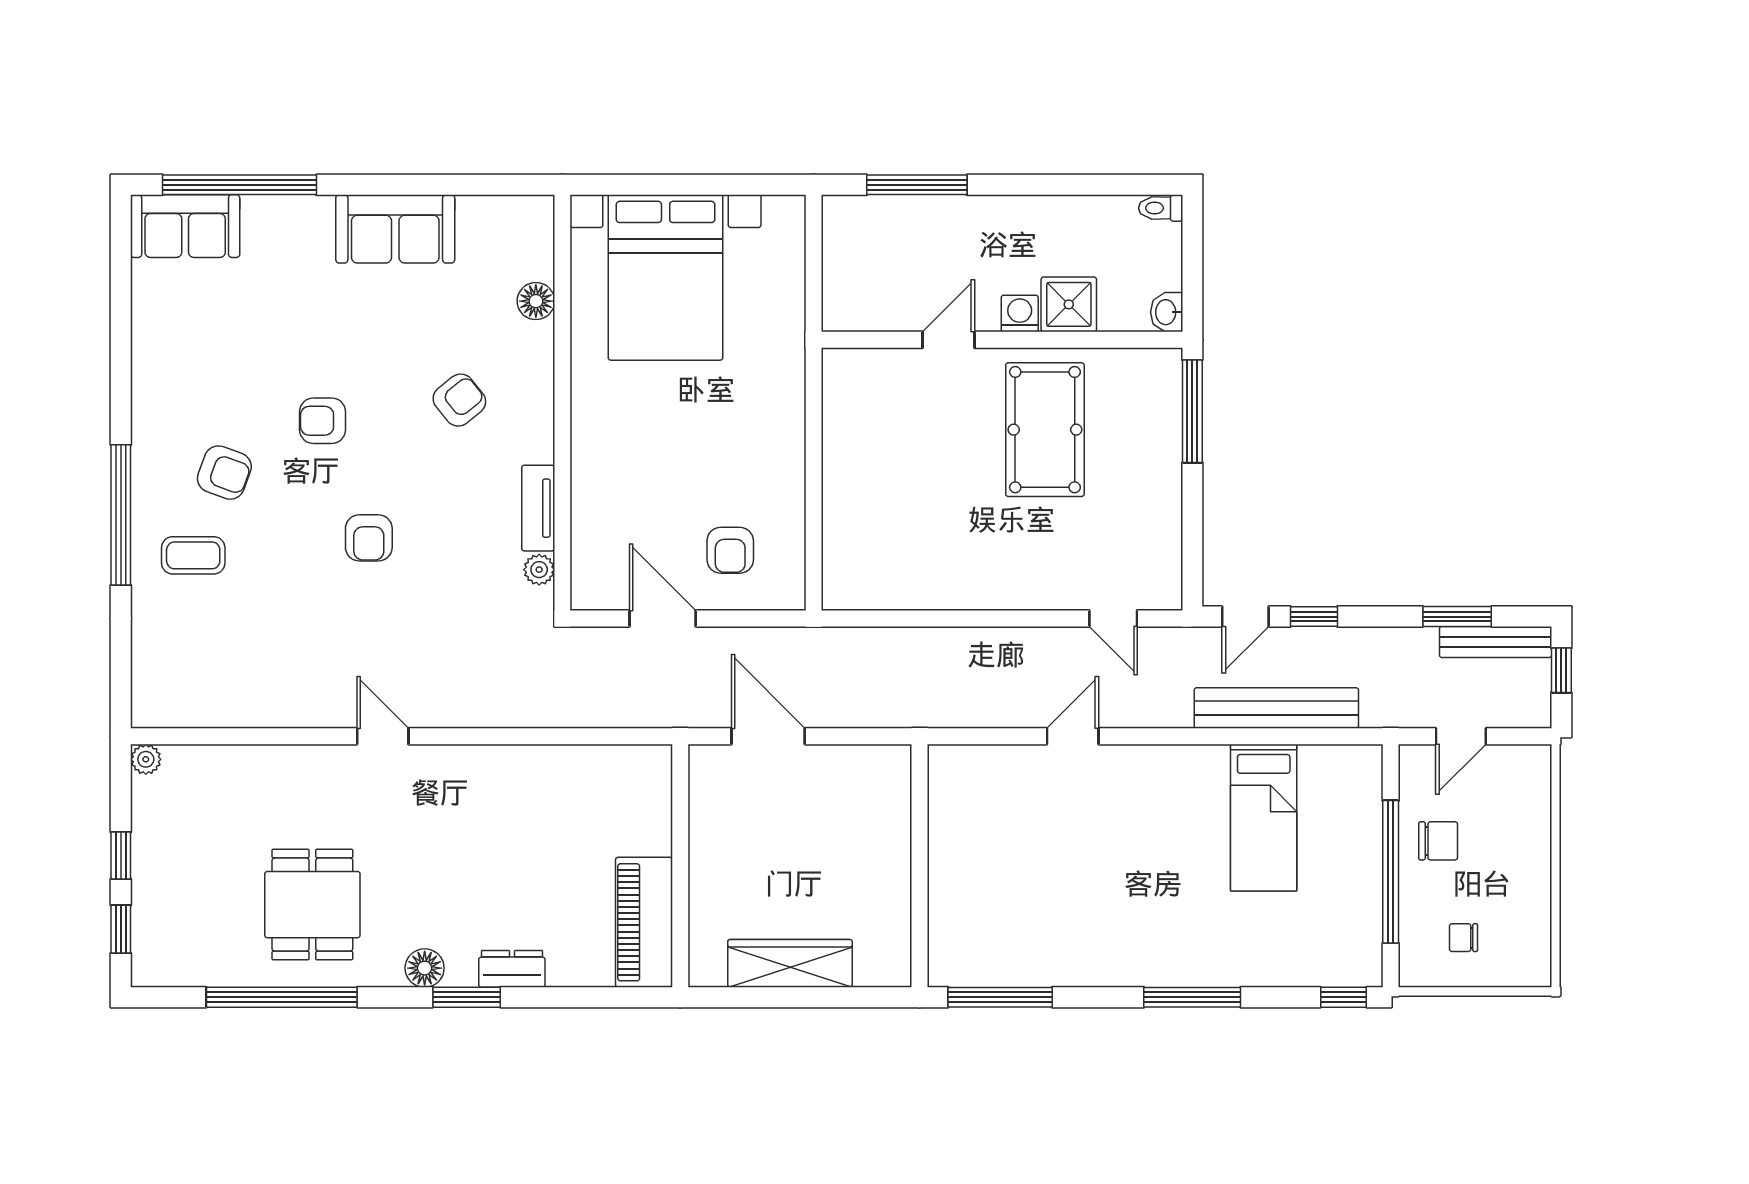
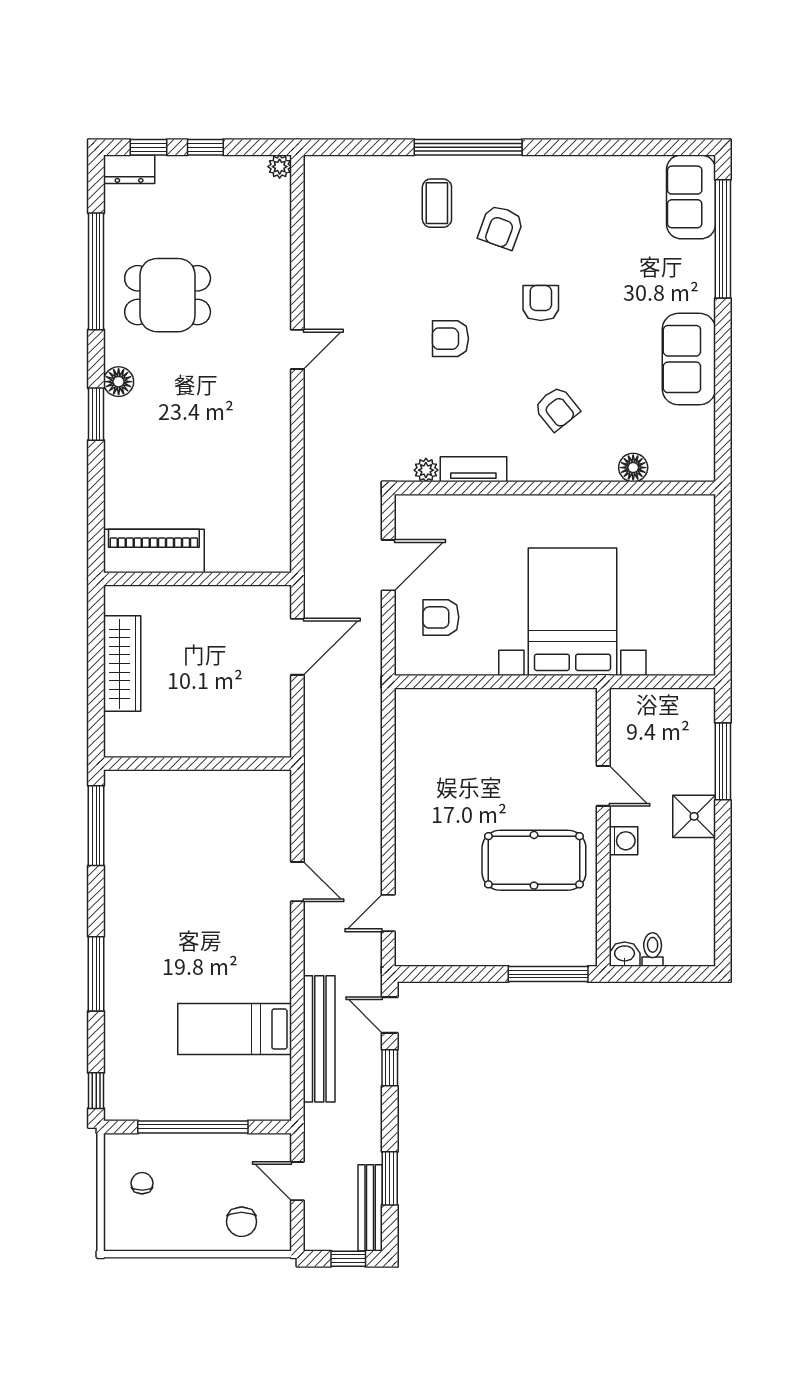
toilet: (1161, 208) -> (653, 950), moved
bed with nightstands: (666, 277) -> (572, 612), moved, turned 90
shower: (1069, 304) -> (694, 816), moved
chair: (1438, 841) -> (242, 1222), moved
dresser: (512, 969) -> (129, 169), moved, turned 90

